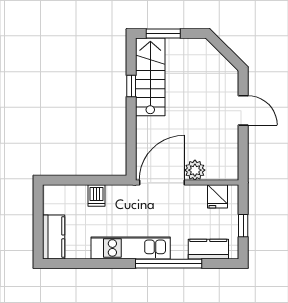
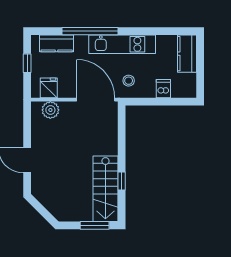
plant: (195, 170) -> (50, 110), moved
door: (162, 183) -> (96, 100), swing flipped
dishwasher: (96, 196) -> (163, 89), moved
stool: (123, 205) -> (129, 81), added

